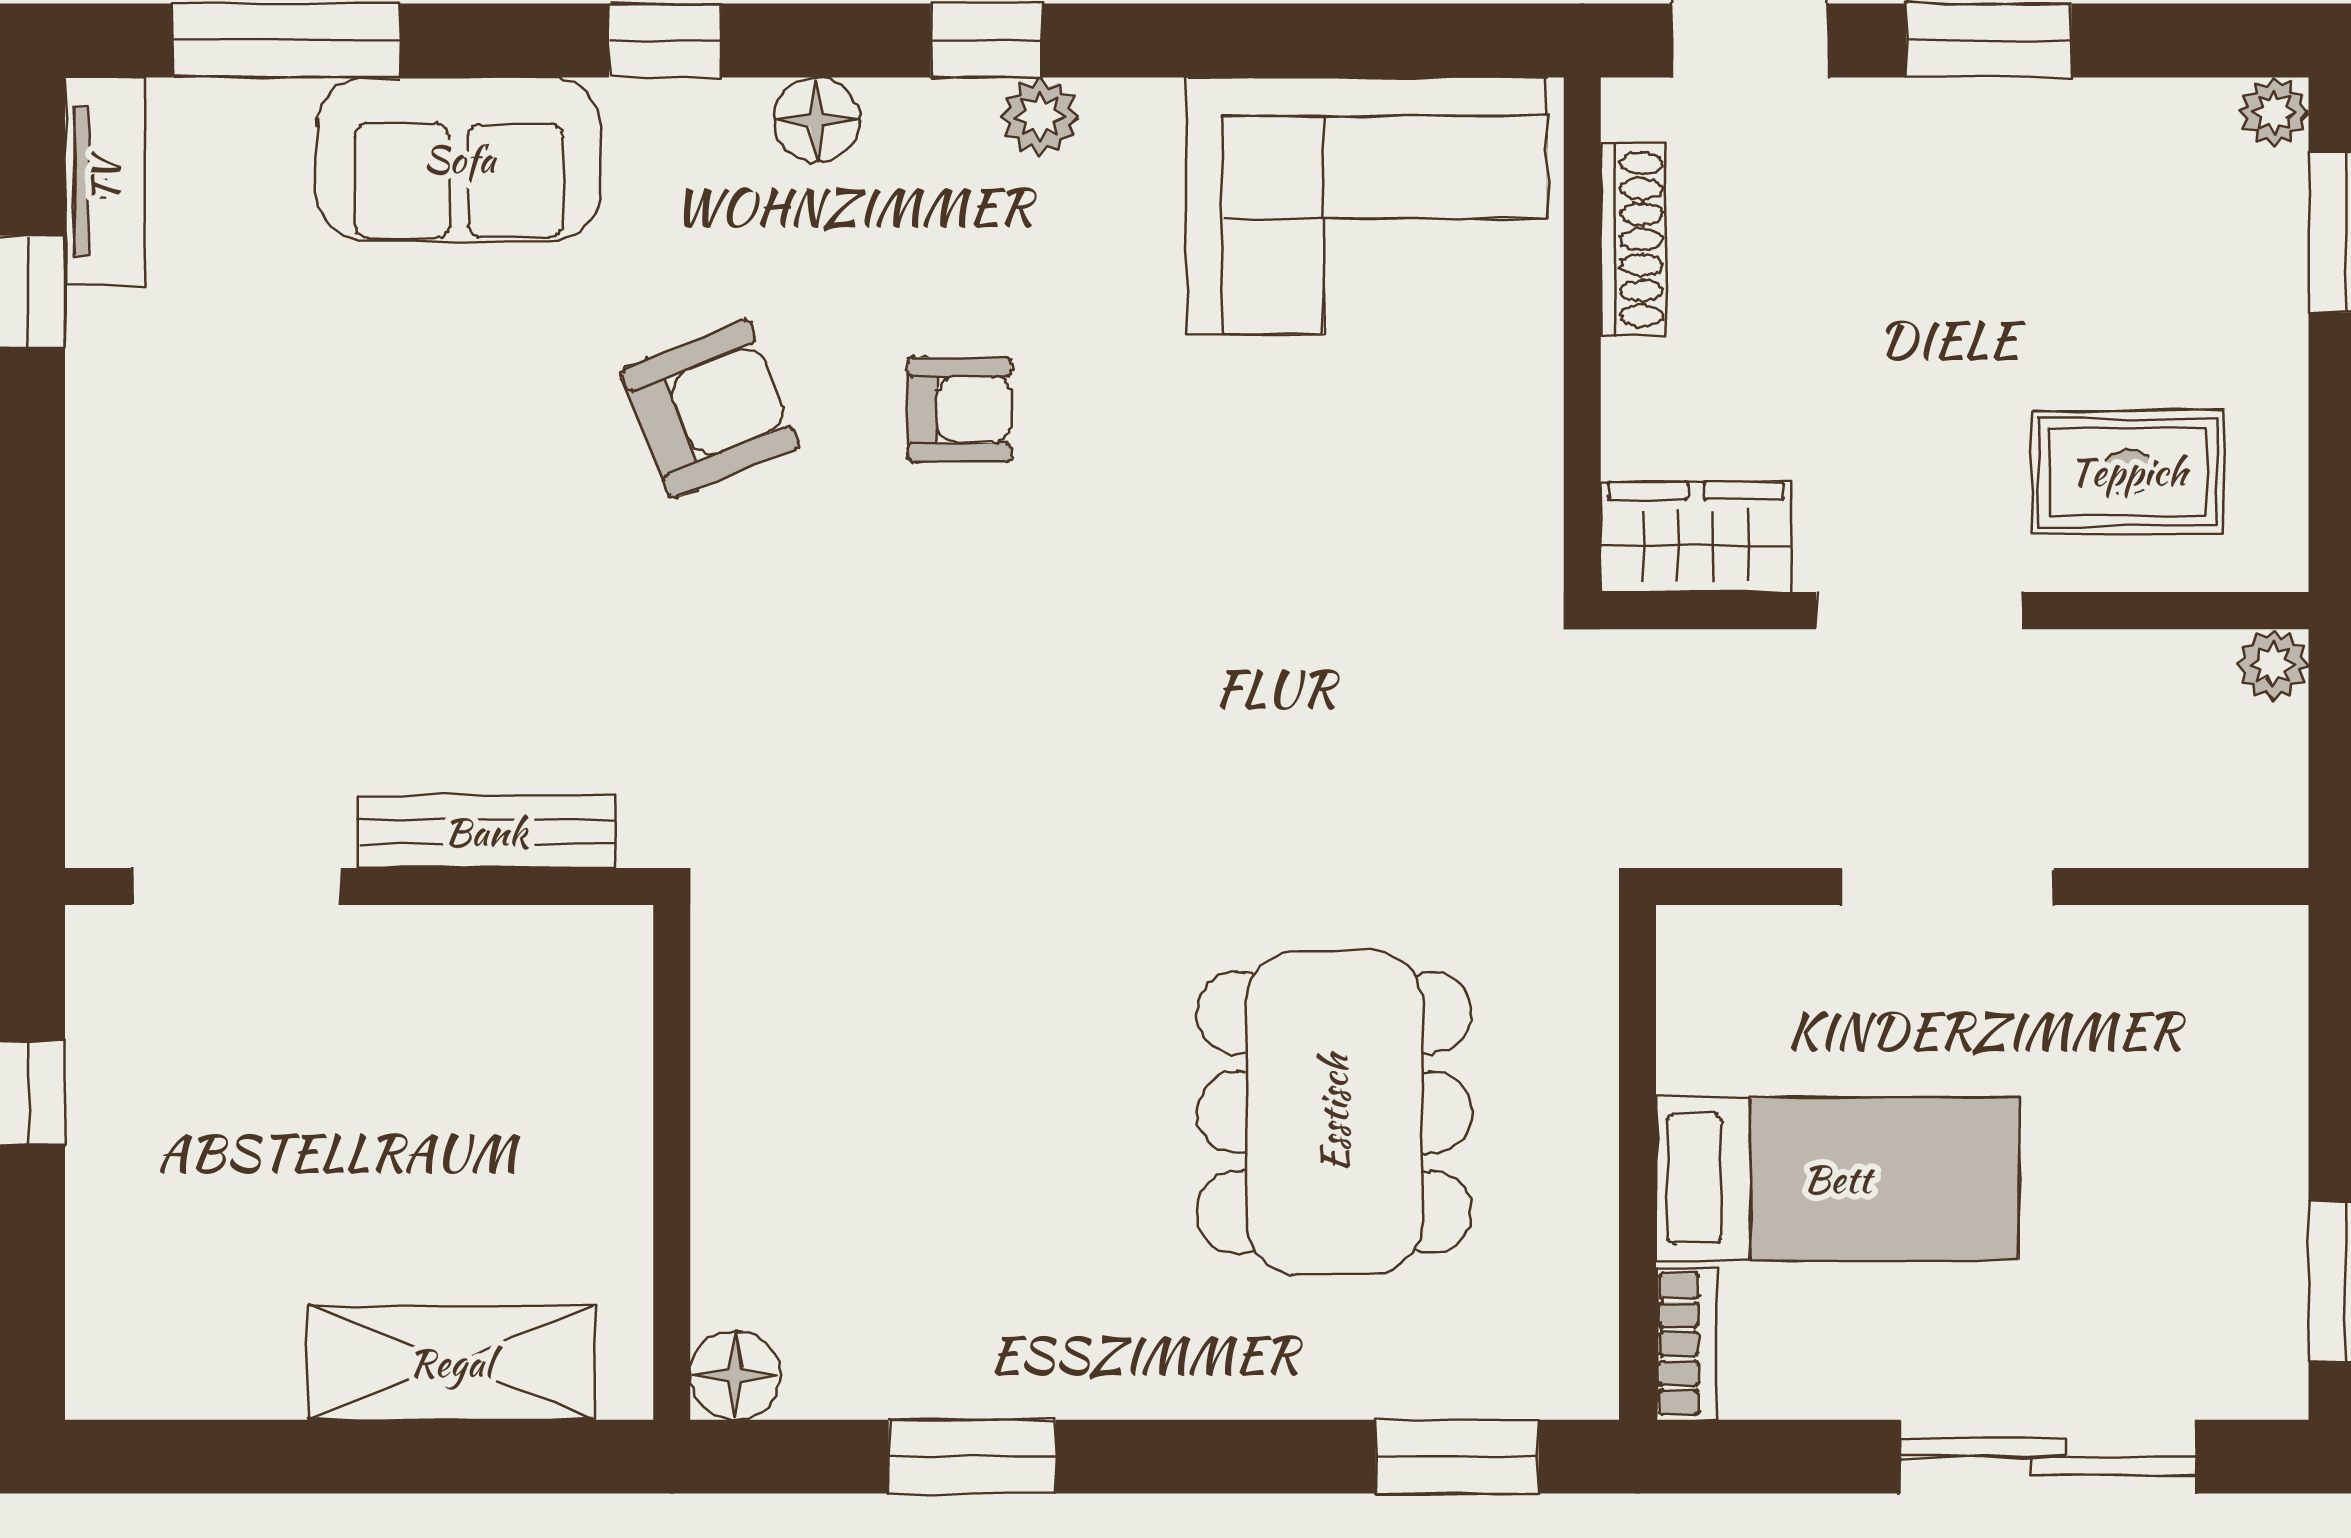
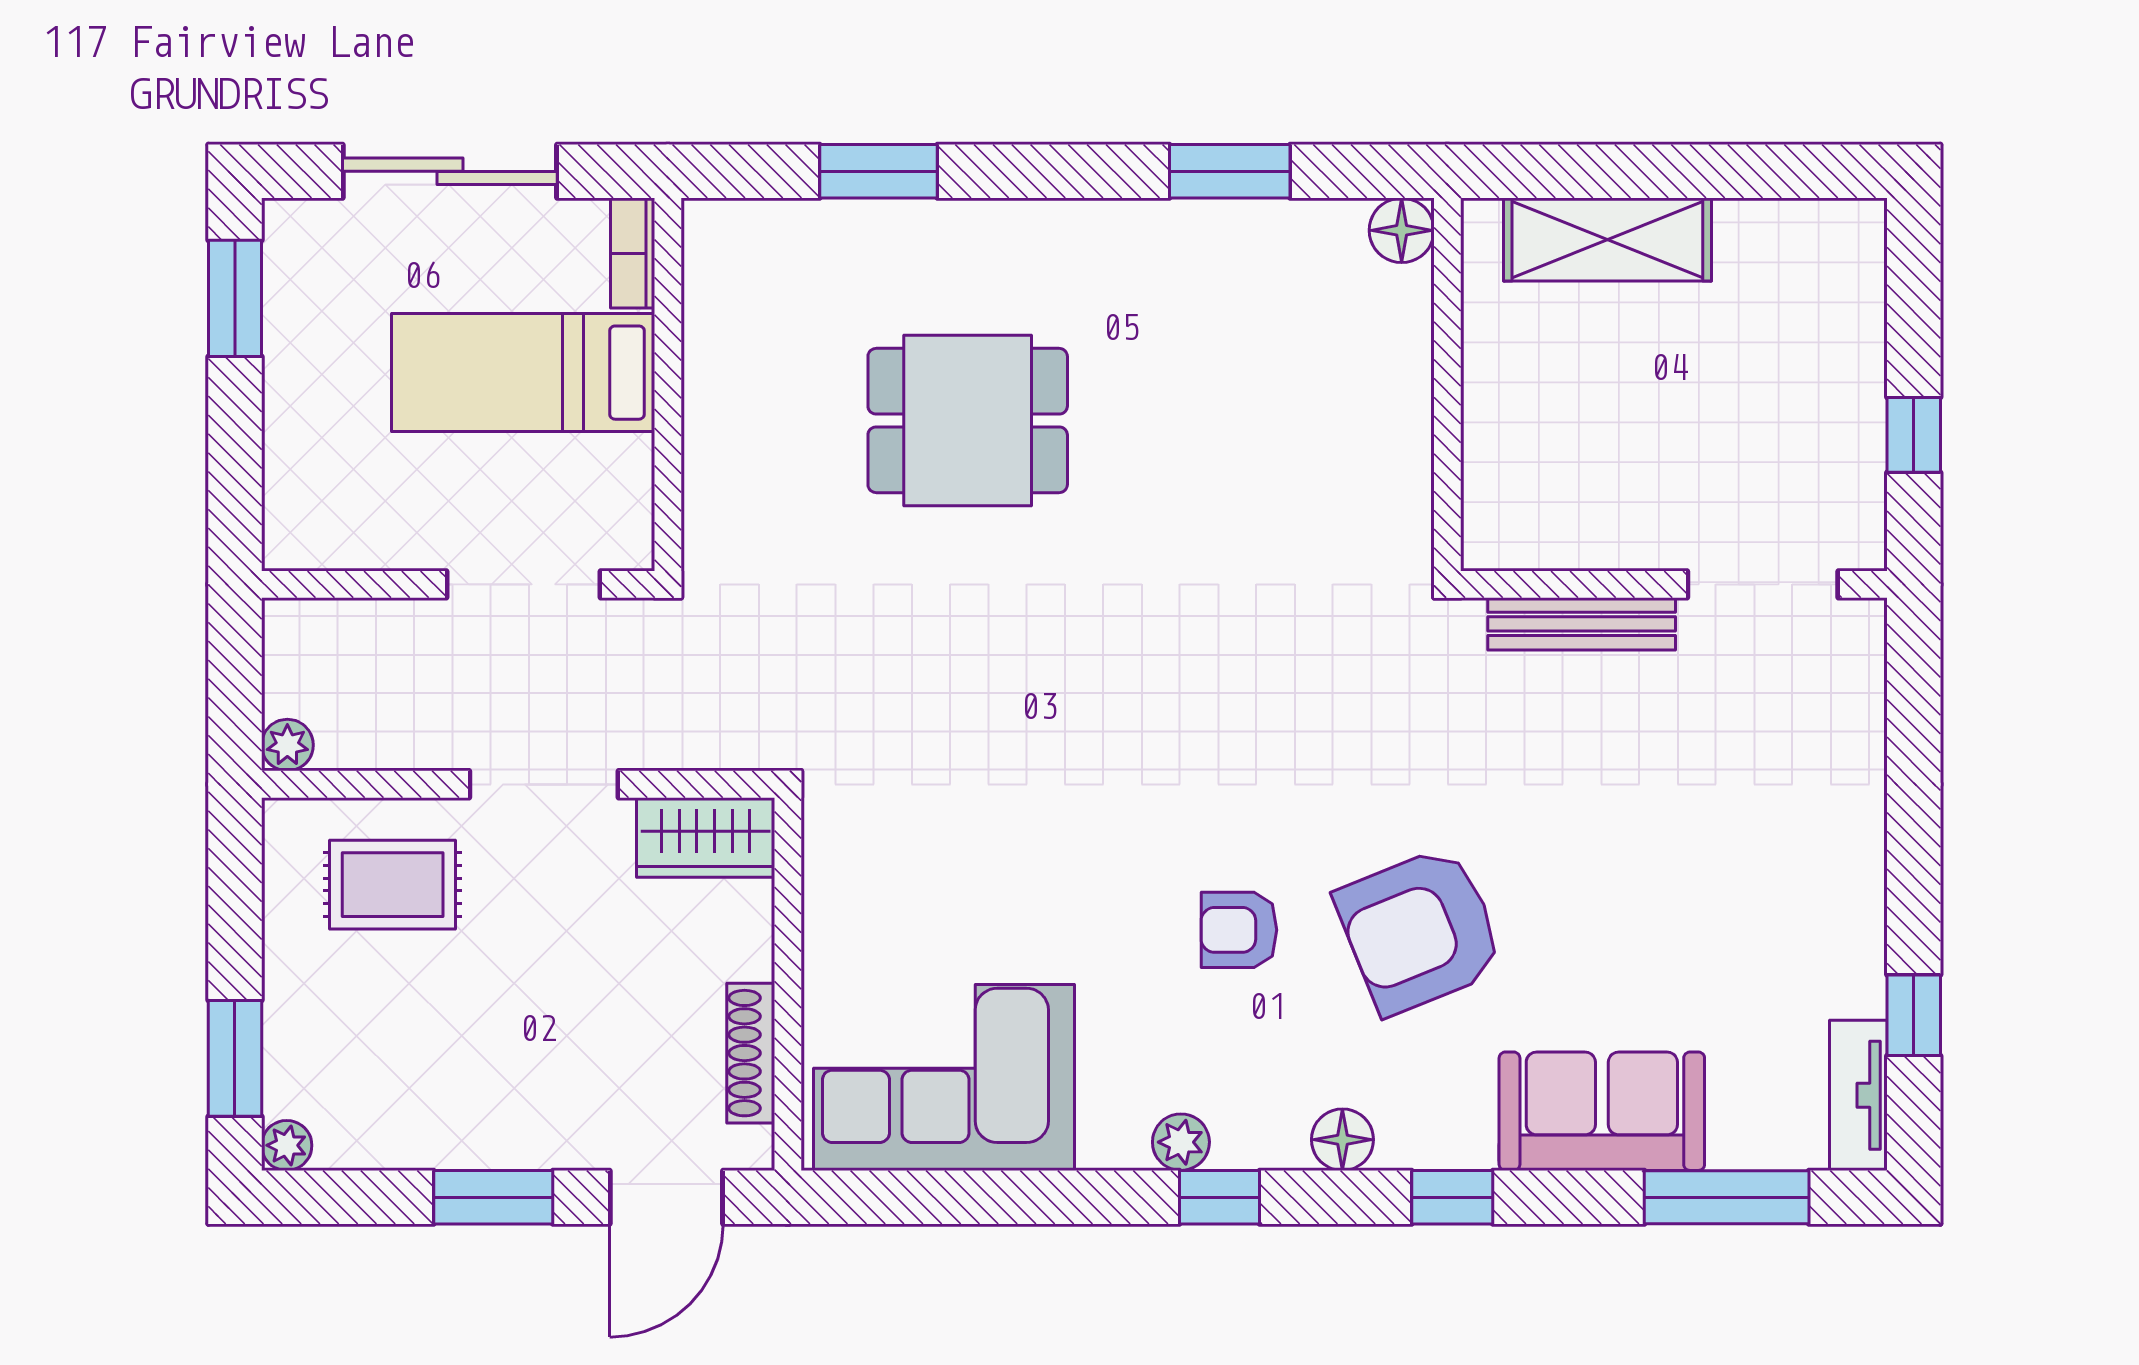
armchair: (710, 409) -> (1420, 930), width x1.36, depth x1.36
dining table: (1334, 1113) -> (968, 420), width x0.73
wall: (1637, 1162) -> (668, 384), moved
bed: (1837, 1179) -> (523, 373), moved
bookcase: (1686, 1344) -> (633, 253), moved

